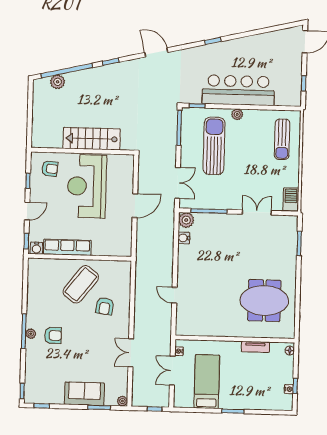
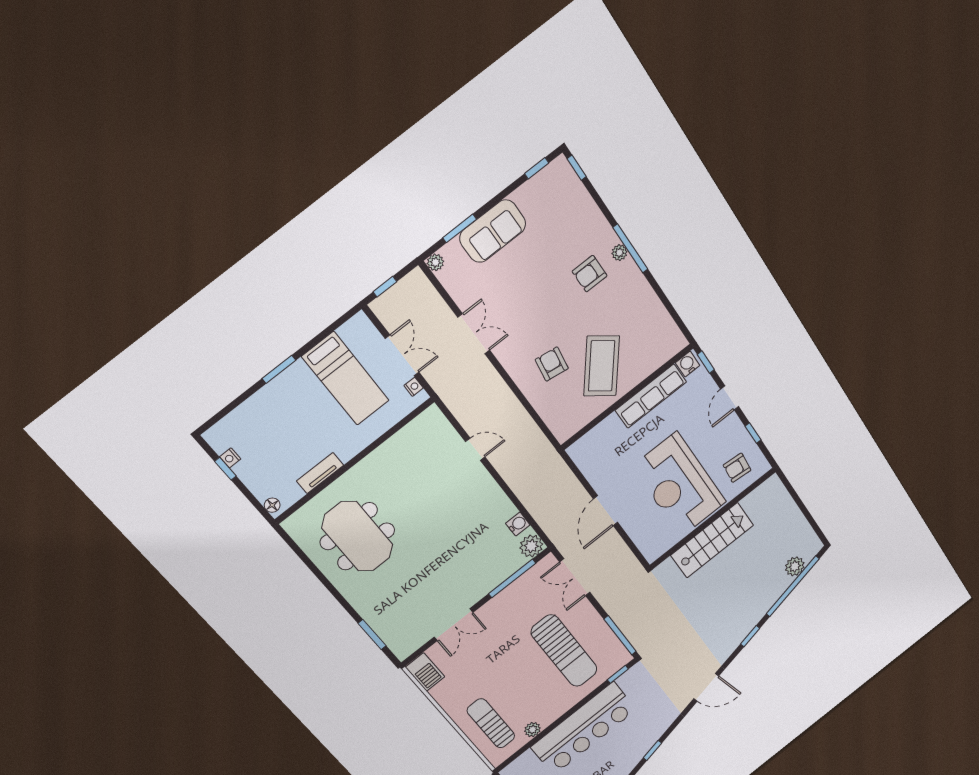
plant: (237, 114) -> (532, 730), moved
reception desk: (87, 186) -> (679, 485), turned 180
meeting table: (264, 301) -> (357, 536), turned 90

